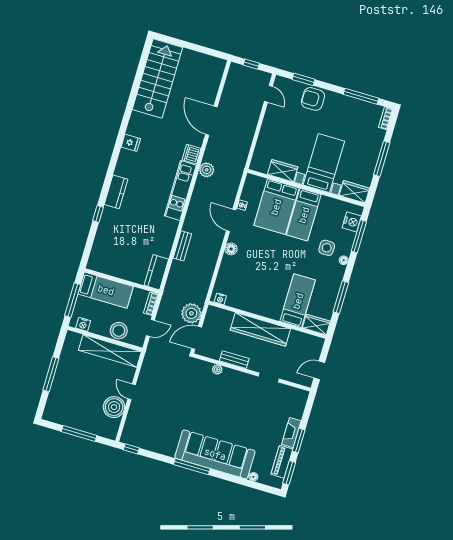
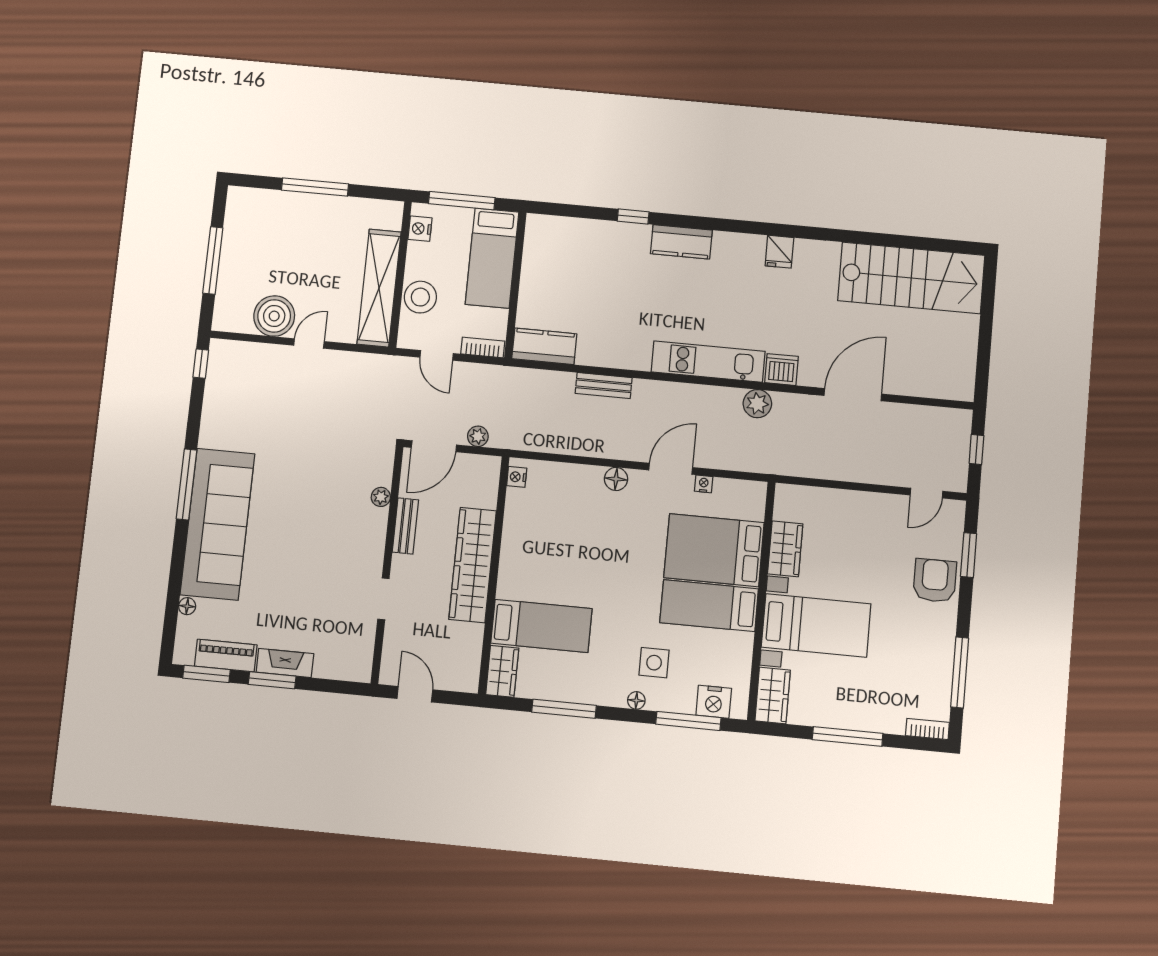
plant: (191, 313) -> (478, 436), width x0.53, depth x0.53
door: (197, 338) -> (434, 446), swing flipped

